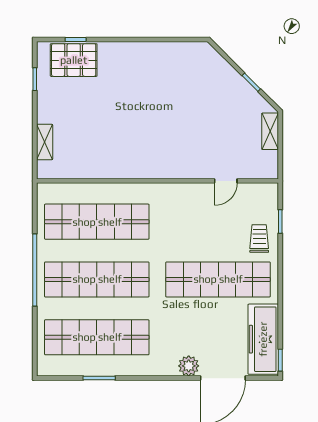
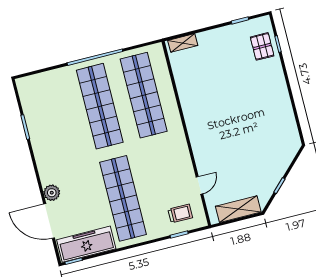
pallet: (74, 60) -> (262, 46), width x0.67, depth x0.71
shelving: (270, 131) -> (238, 209), width x1.50, depth x1.33
shelving: (45, 142) -> (183, 43), moved
door: (226, 181) -> (199, 185), swing flipped
trolley: (259, 238) -> (180, 213), moved
shop shelf: (97, 337) -> (56, 117), removed

